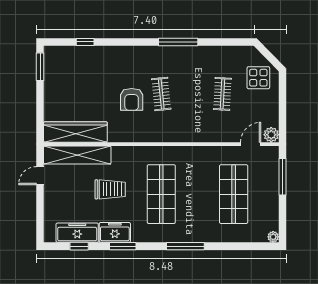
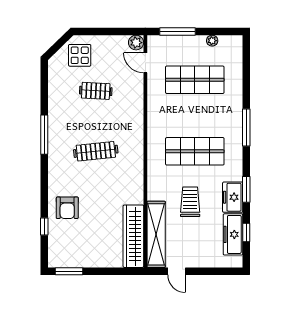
clothes rail: (161, 94) -> (96, 151), width x1.36
armchair: (132, 99) -> (67, 208), moved, turned 90
plant: (273, 237) -> (212, 41), moved

